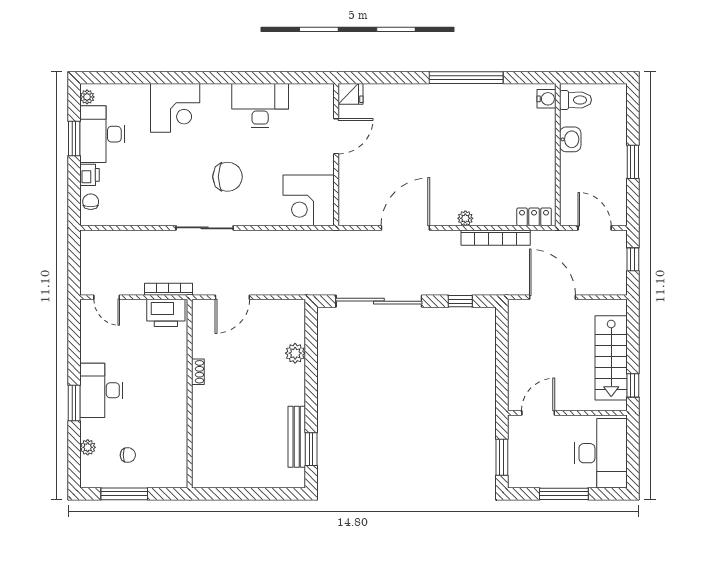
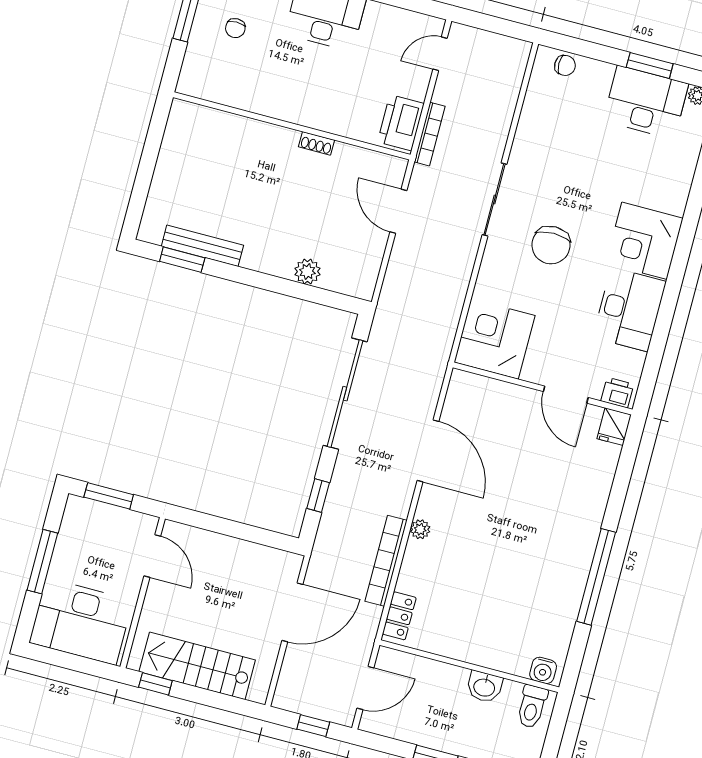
corner desk: (175, 108) -> (644, 241), moved
printer: (90, 175) -> (617, 393), moved, turned 180

